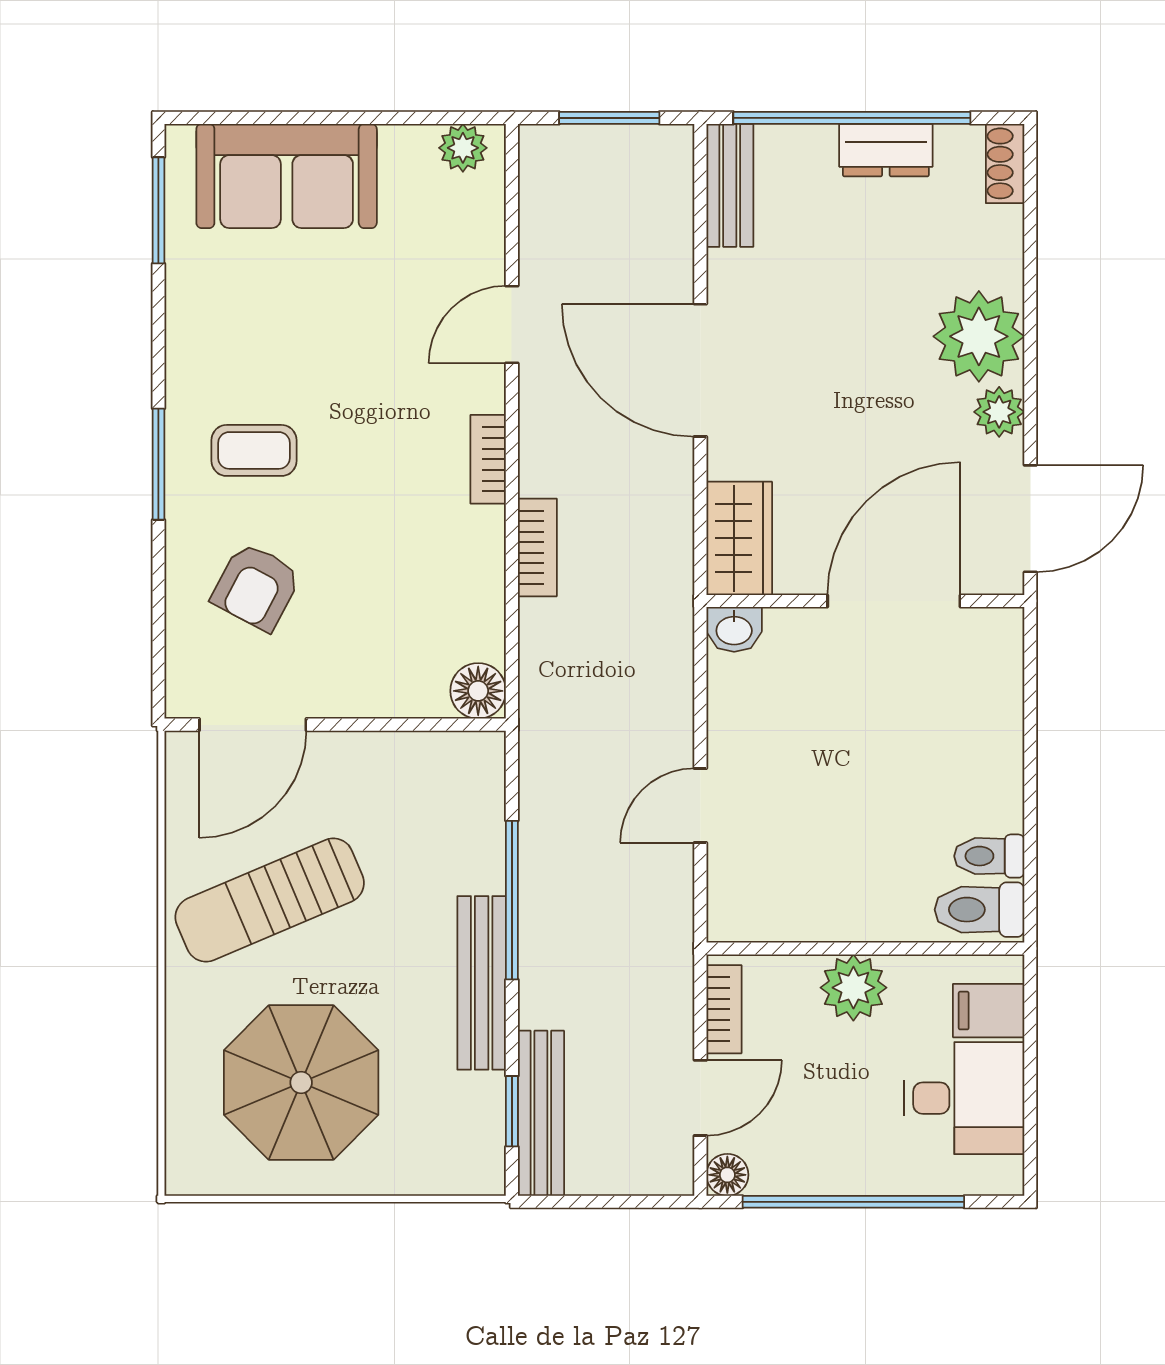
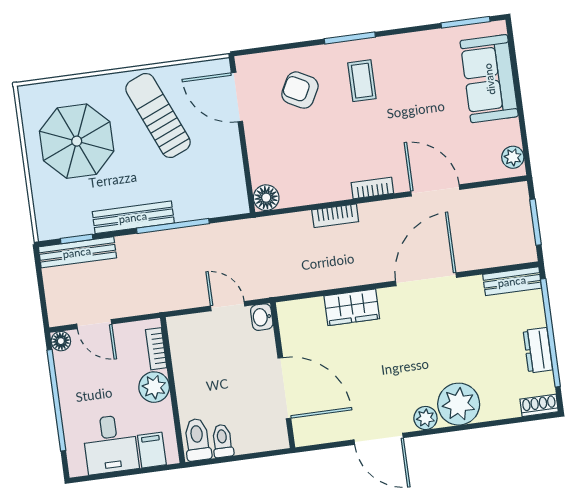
door: (512, 324) -> (435, 190), width x1.38
wall: (865, 601) -> (283, 375), moved
door: (894, 601) -> (284, 388), moved
washbasin: (734, 629) -> (262, 317), moved
bookcase: (724, 1009) -> (156, 349), moved, turned 90

